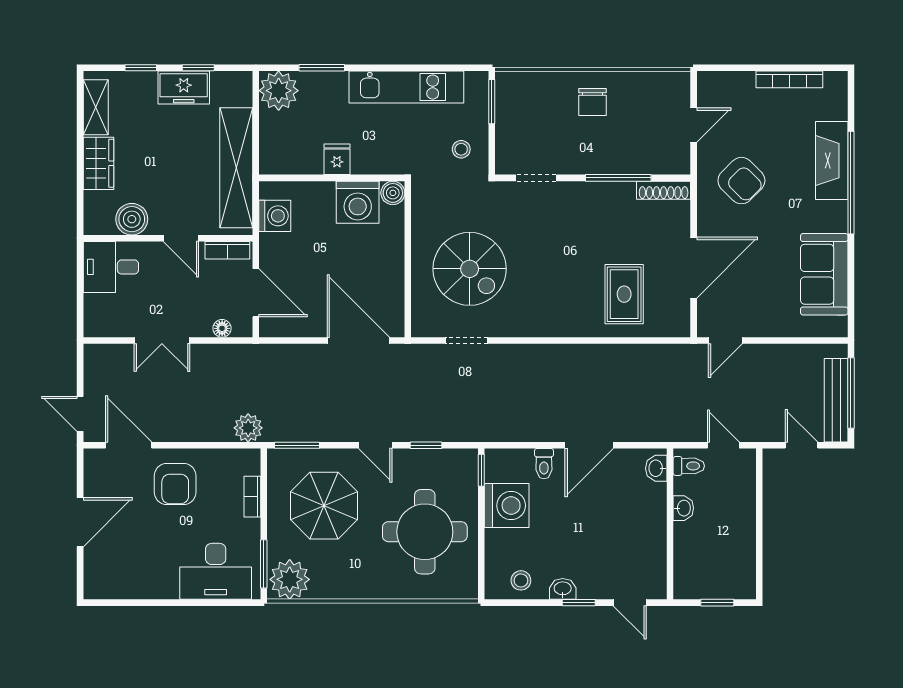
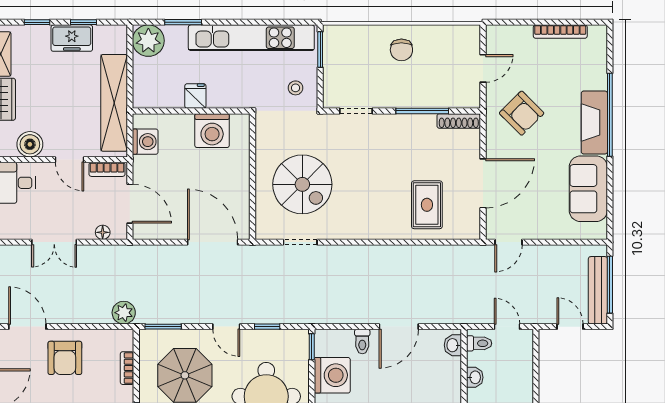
kitchen unit: (406, 87) -> (251, 38), width x1.36
fireplace: (832, 161) -> (594, 123), moved
boiler: (393, 193) -> (240, 123), removed

